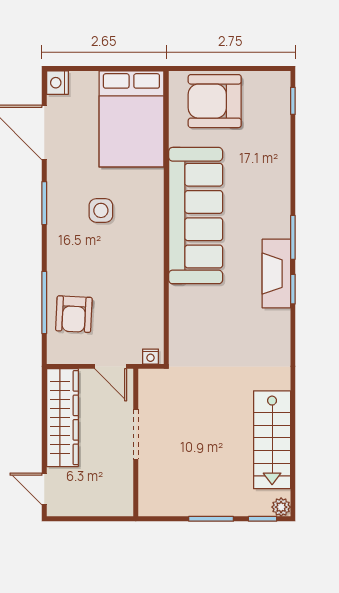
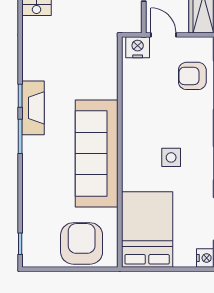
armchair: (215, 101) -> (82, 243), turned -90
armchair: (74, 314) -> (192, 76), turned -93
nightstand: (150, 357) -> (138, 47), width x1.89, depth x1.79

